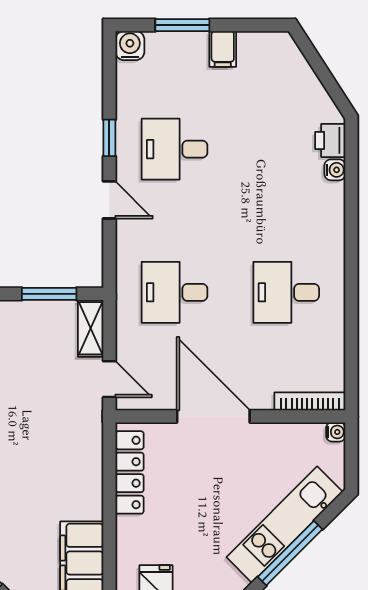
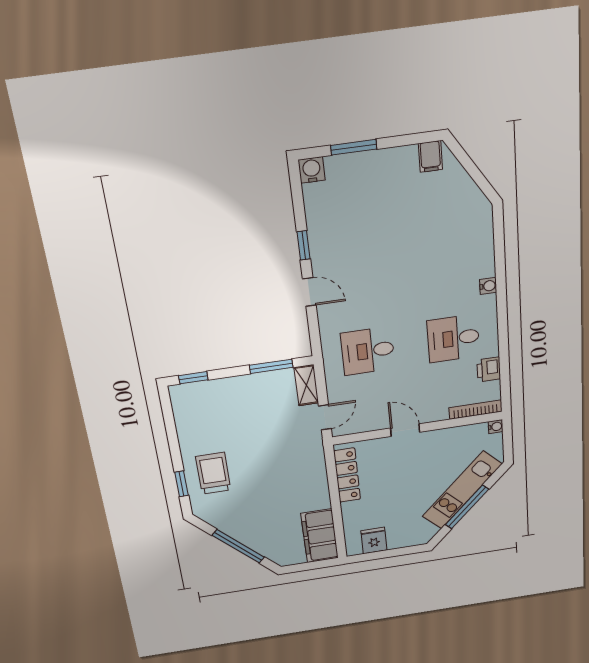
filing cabinet: (223, 49) -> (430, 156), moved
printer: (330, 140) -> (489, 369), moved
desk: (174, 149) -> (357, 247), removed
water cooler: (335, 170) -> (488, 286), moved
door: (109, 379) -> (325, 417), hinge flipped
door: (213, 416) -> (405, 430), width x0.53

